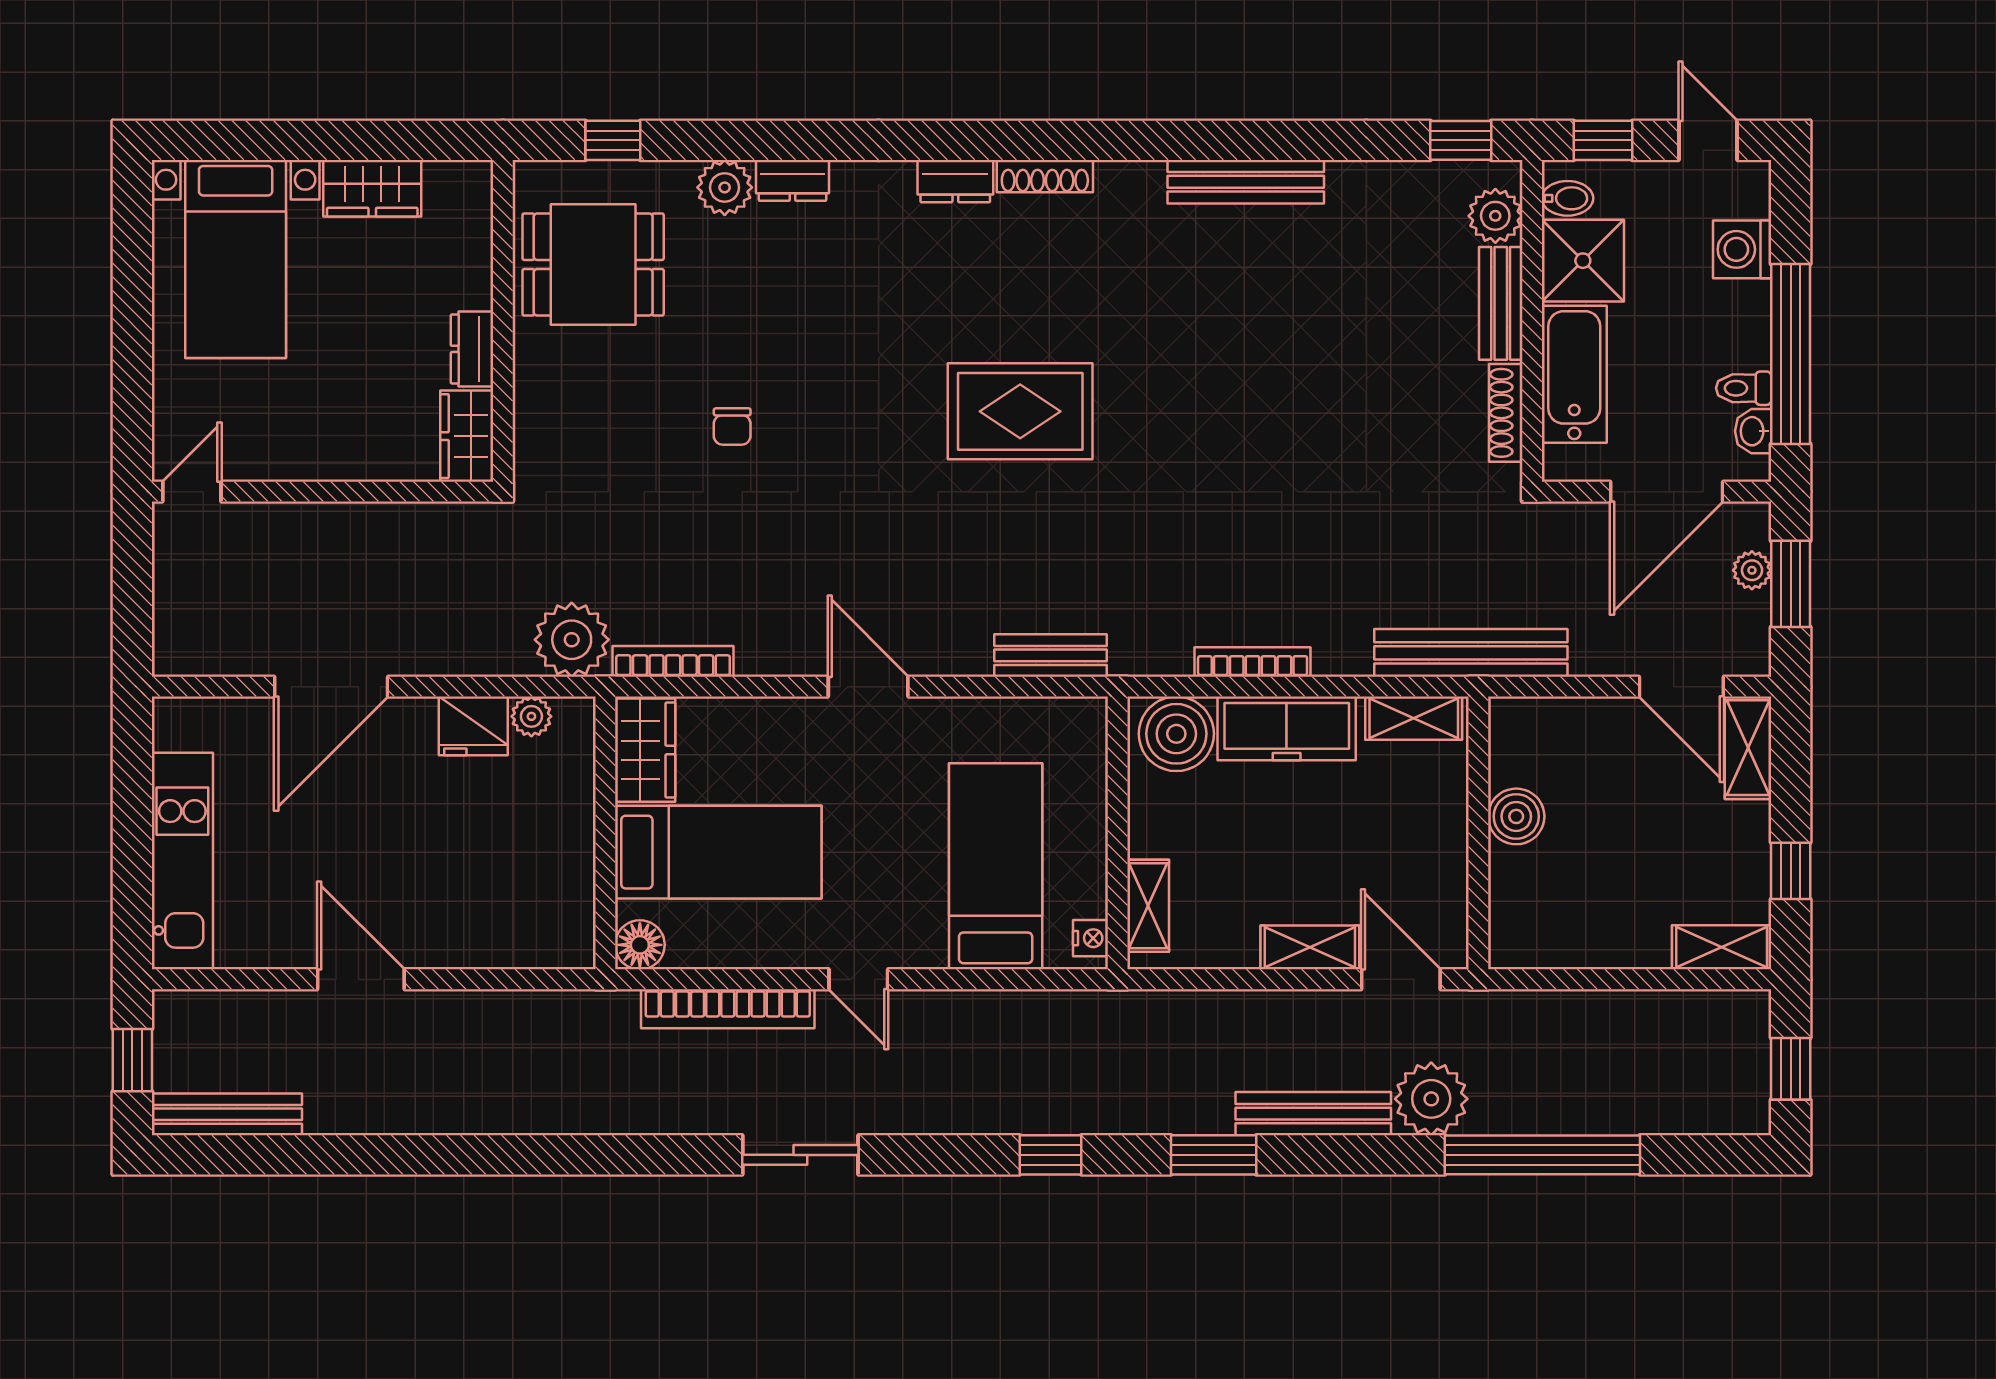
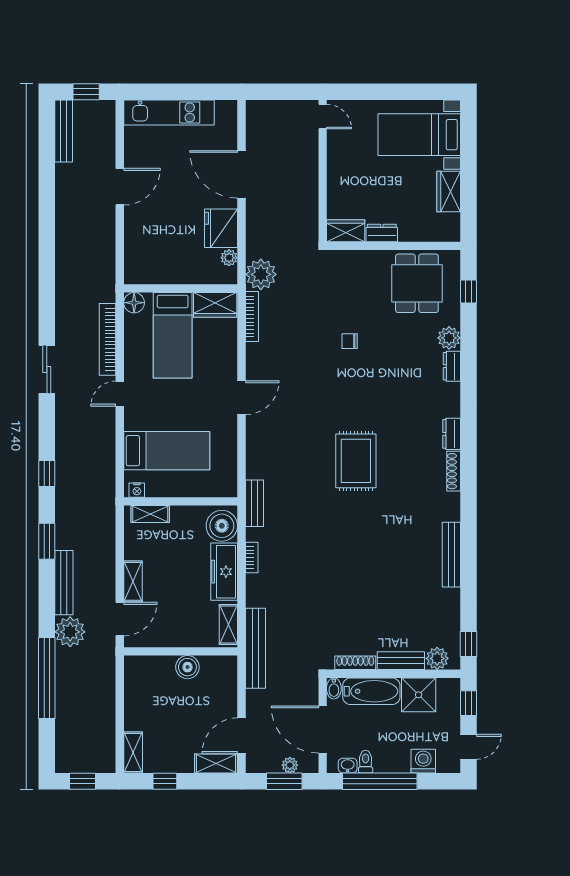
bidet: (1567, 198) -> (334, 688), moved
bench: (1051, 655) -> (254, 503), moved
bookcase: (1253, 662) -> (252, 557), width x0.64
fridge: (473, 726) -> (221, 228), width x1.36, depth x1.34

